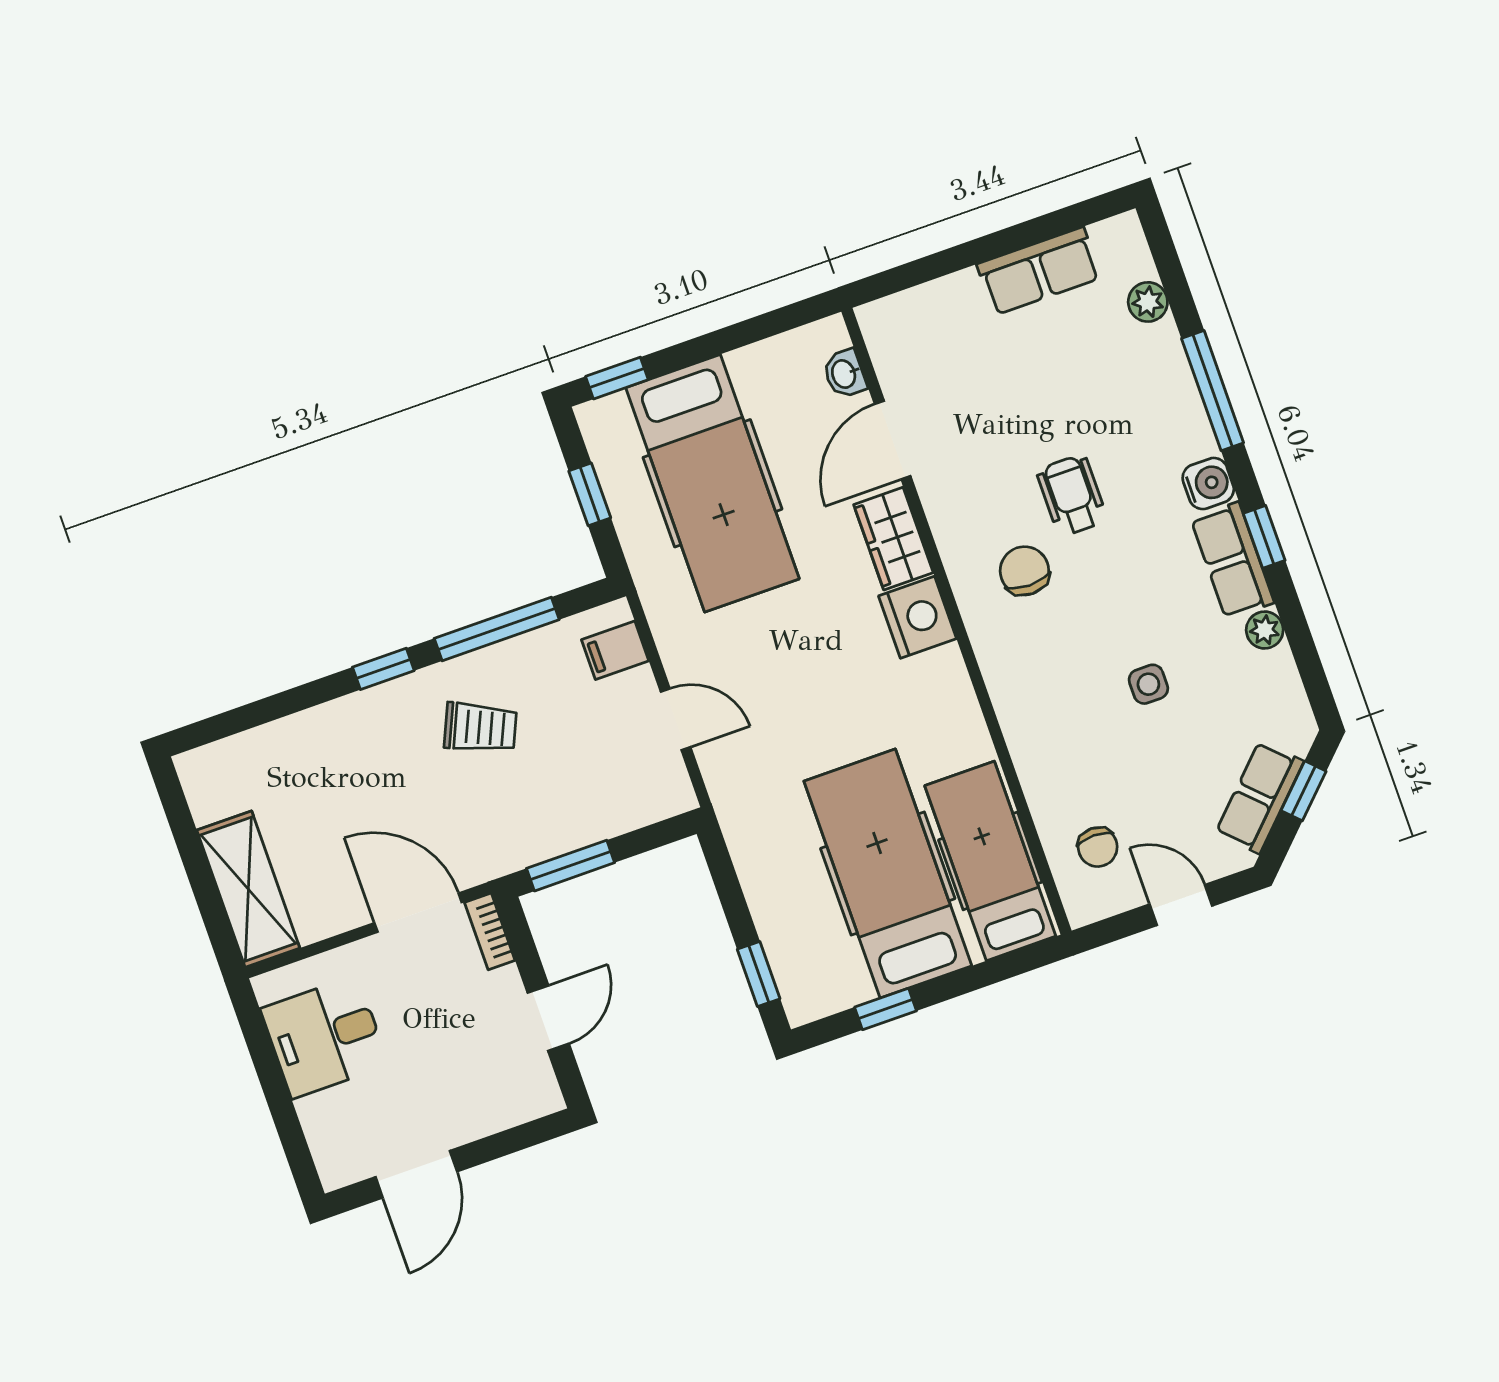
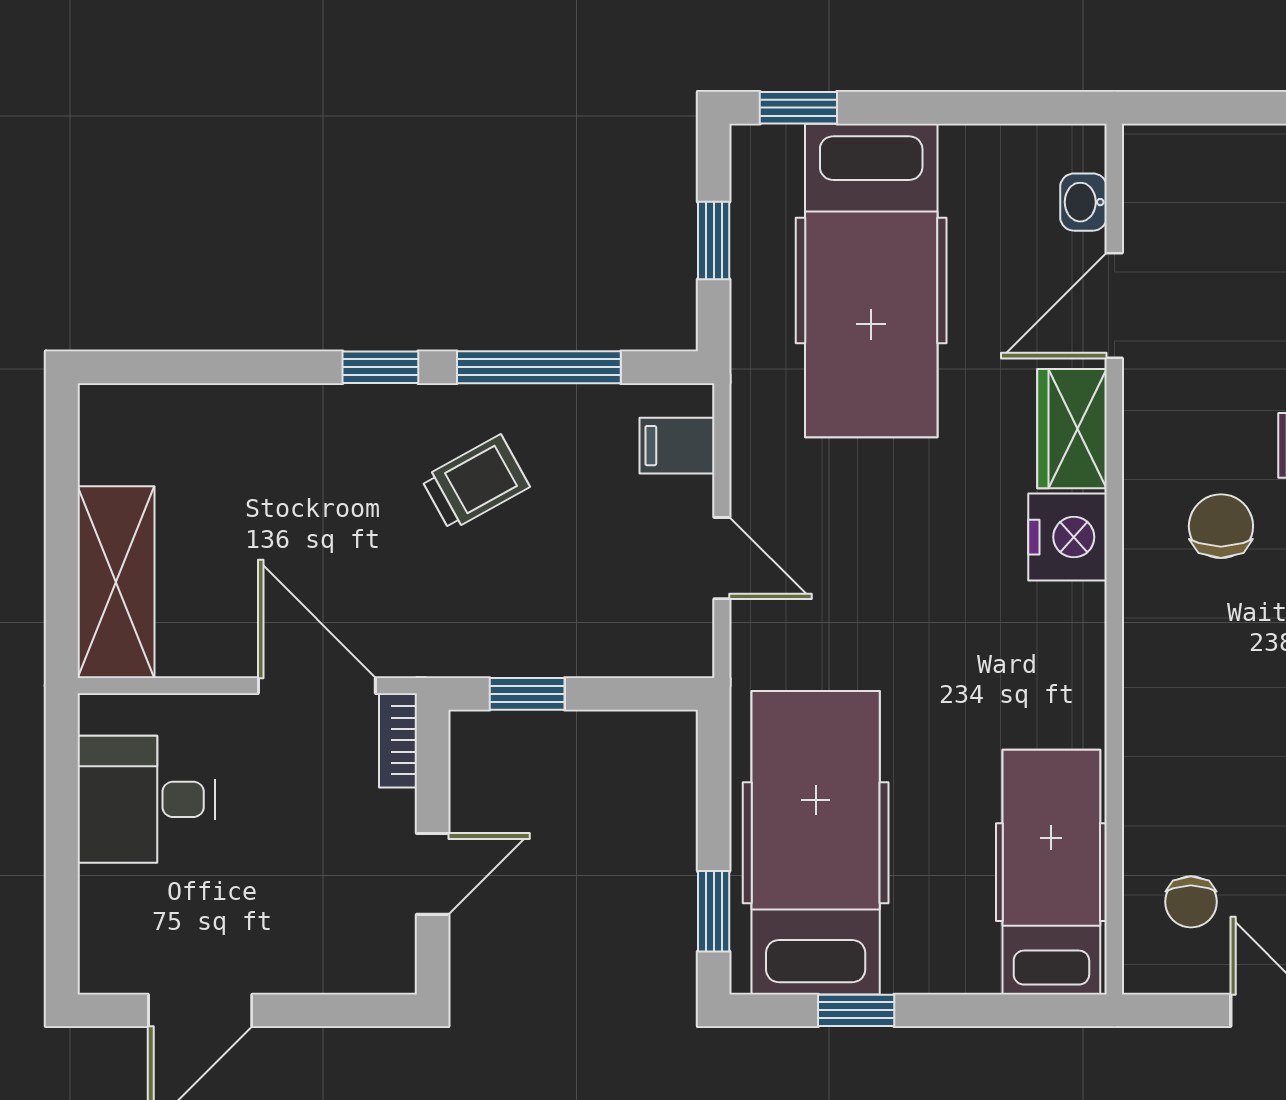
trolley: (480, 727) -> (475, 483), turned -53
window: (571, 866) -> (527, 694), width x0.67
hospital bed: (888, 873) -> (816, 843), moved

